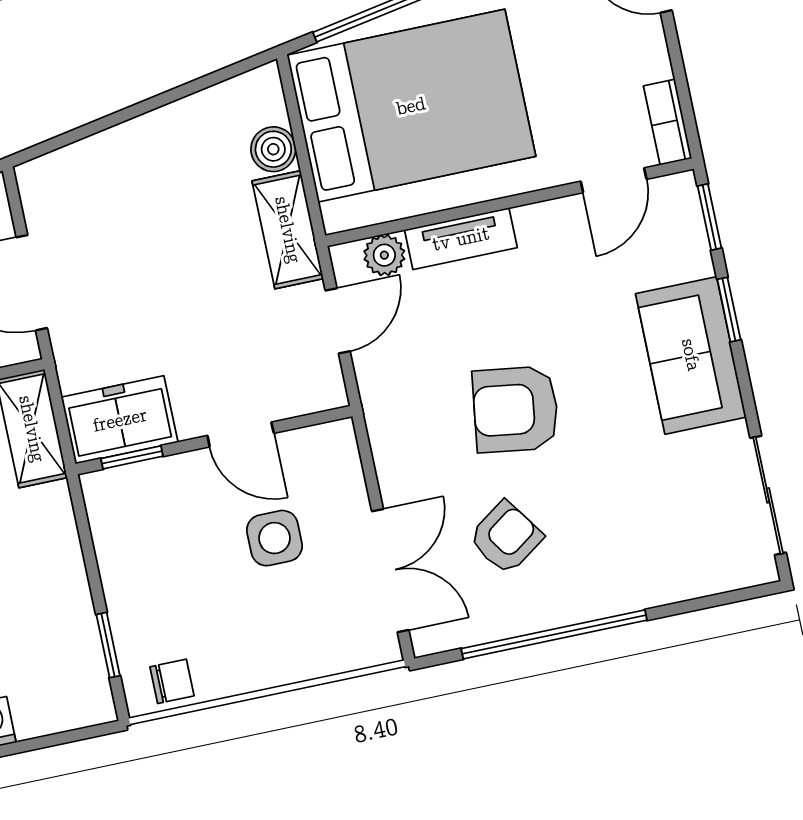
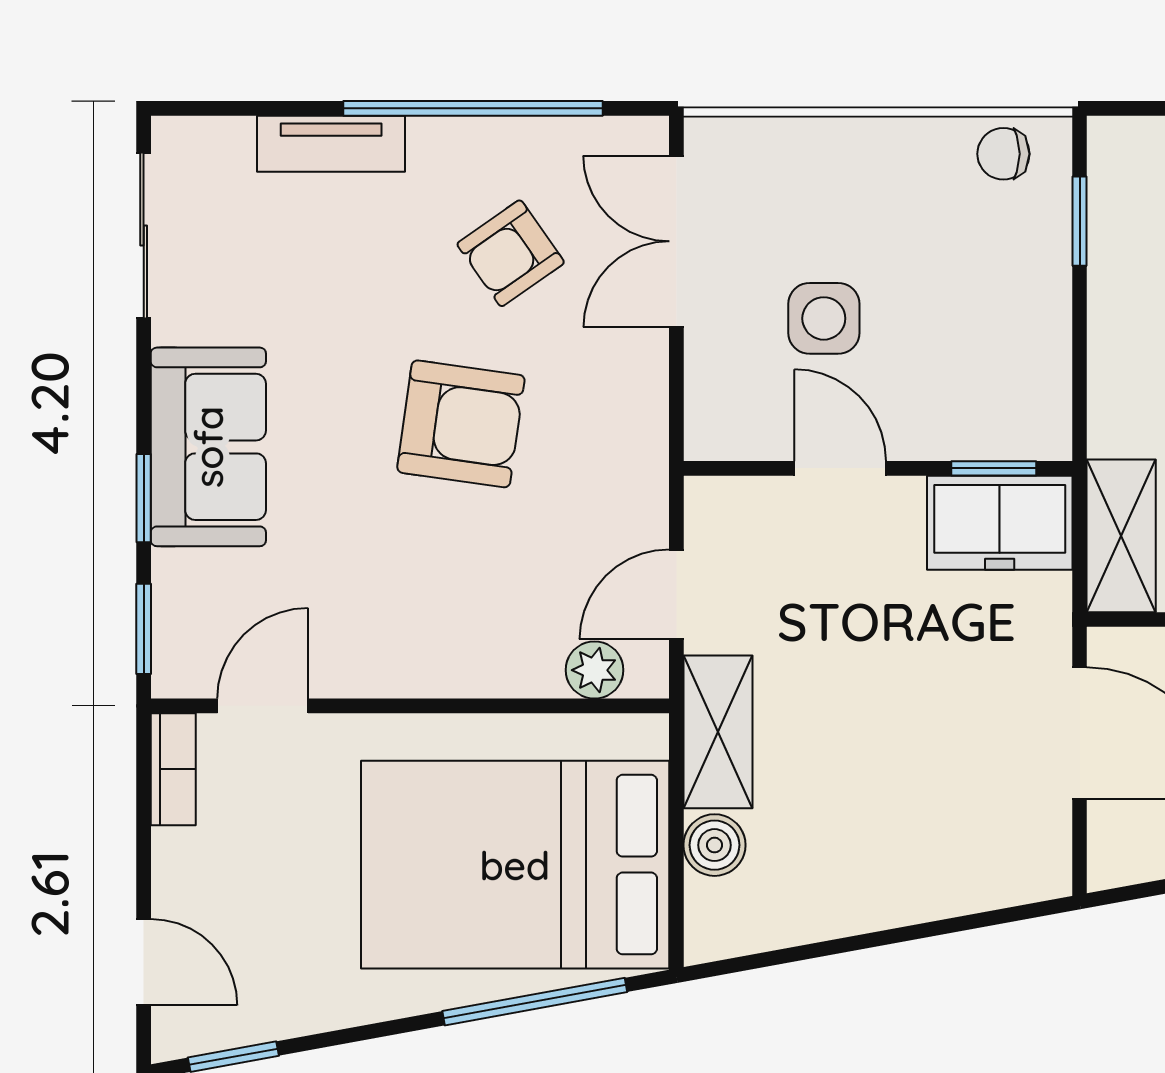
tv unit: (461, 239) -> (331, 144), moved, turned 180

